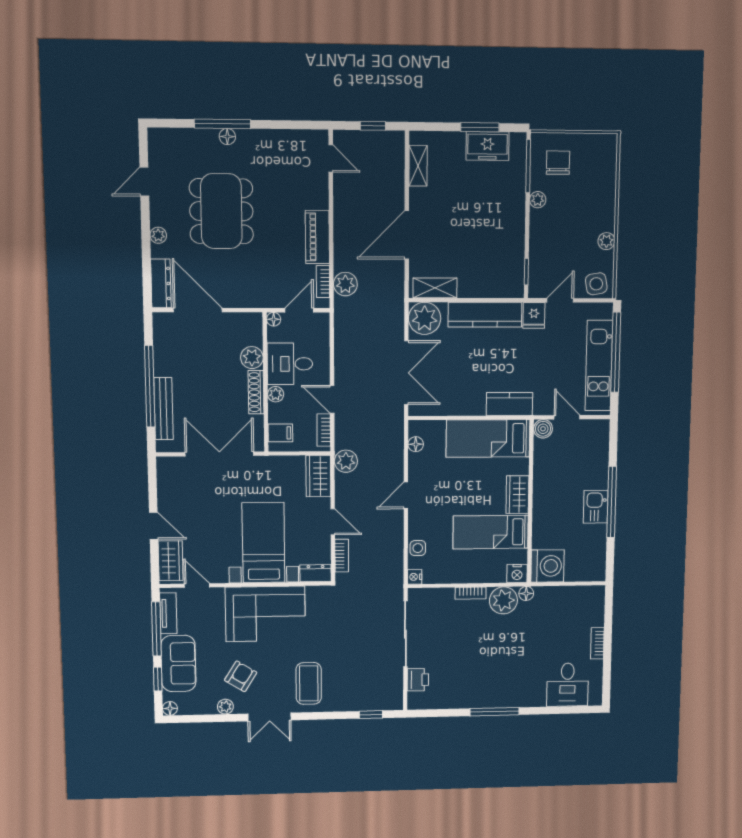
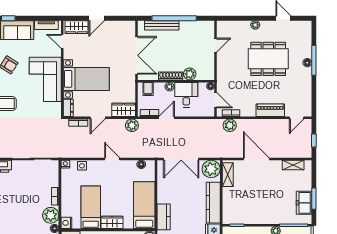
piano: (317, 237) -> (270, 110), moved
dresser: (161, 283) -> (230, 26), removed
door: (198, 310) -> (215, 45), width x0.53
door: (197, 585) -> (62, 41), swing flipped
window: (156, 629) -> (37, 18), removed

